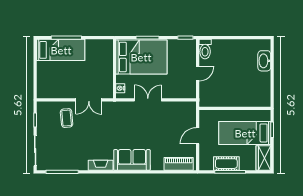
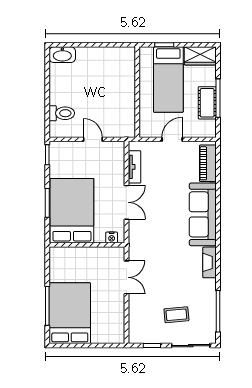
toilet: (205, 49) -> (62, 113), moved
bed: (61, 50) -> (70, 313), width x1.50
washbasin: (264, 61) -> (62, 55), moved
double door: (148, 100) -> (126, 202), swing flipped
tv unit: (176, 106) -> (135, 167), added
coffee table: (67, 118) -> (176, 315), moved
door: (198, 136) -> (172, 139), swing flipped
sofa: (132, 160) -> (203, 214), width x1.36

